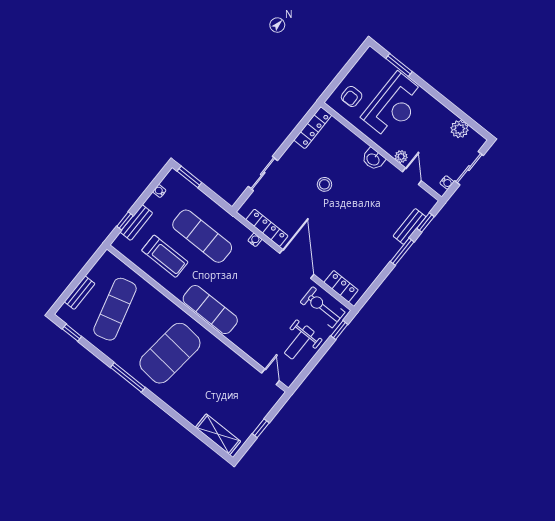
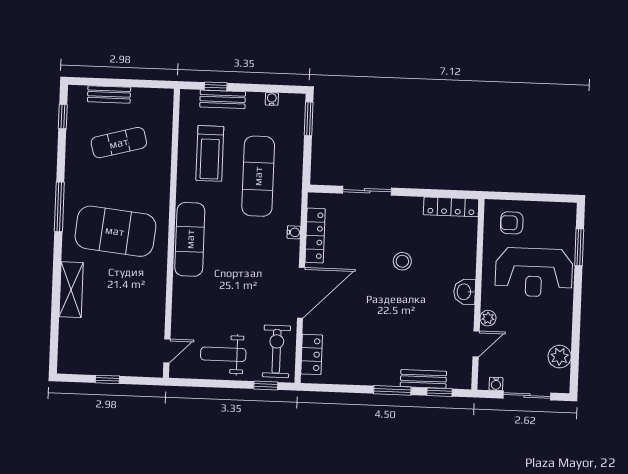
exercise mat: (115, 309) -> (119, 143), width x0.73, depth x0.69
shelving: (218, 434) -> (71, 290), moved

